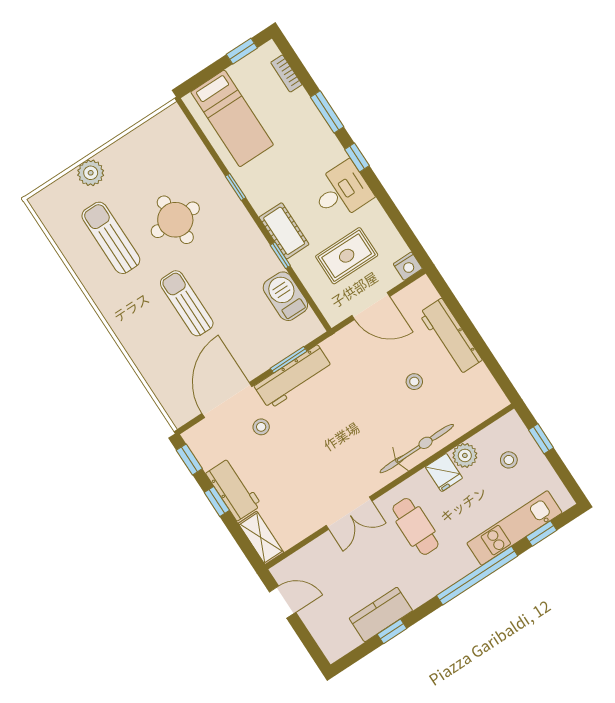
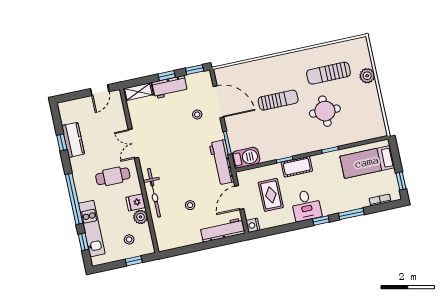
sun lounger: (111, 238) -> (328, 73), turned 180
barbecue: (285, 296) -> (246, 158), moved
workbench: (450, 337) -> (222, 230), moved
workbench: (293, 377) -> (222, 162), moved

